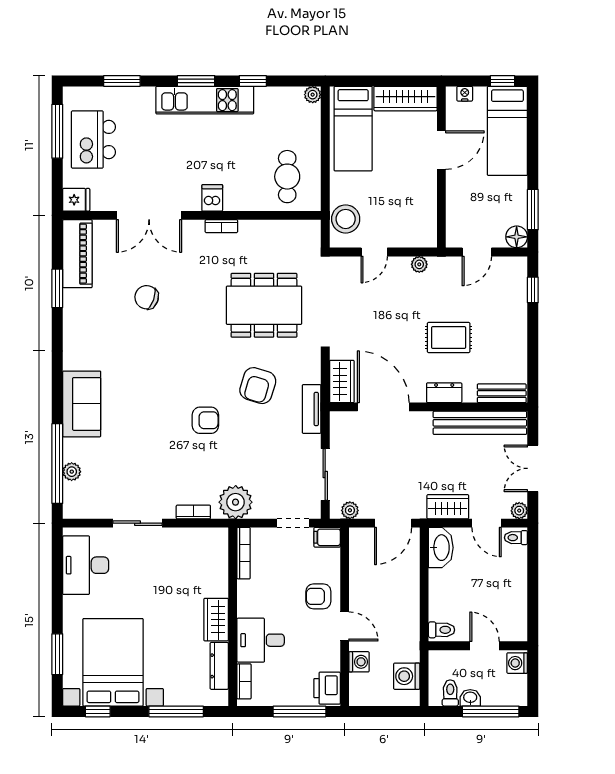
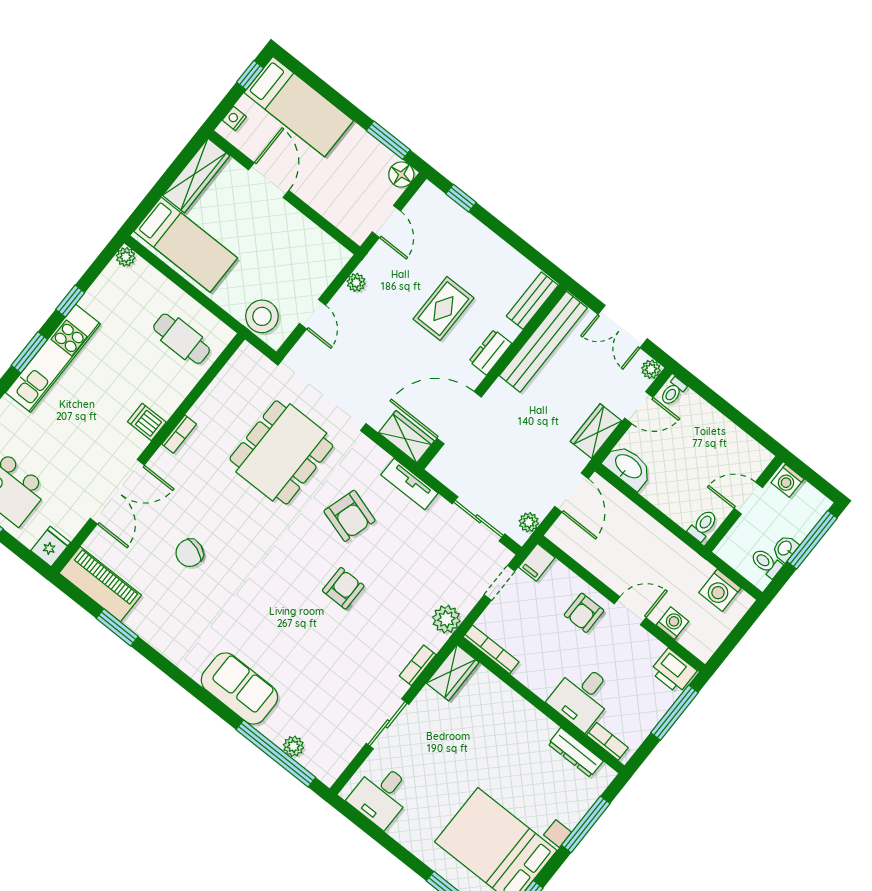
plant: (236, 502) -> (446, 619), width x0.73, depth x0.73
desk: (86, 565) -> (381, 795), width x0.73
wardrobe: (216, 620) -> (453, 673), moved, turned -90

